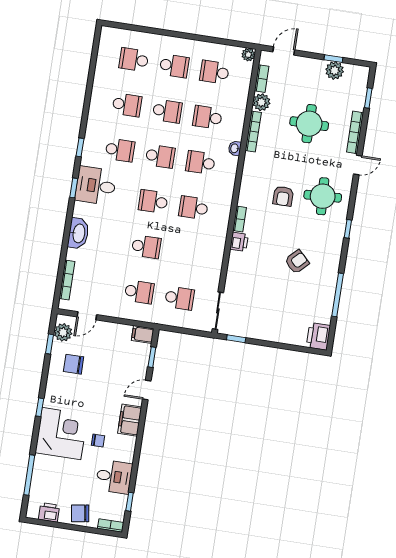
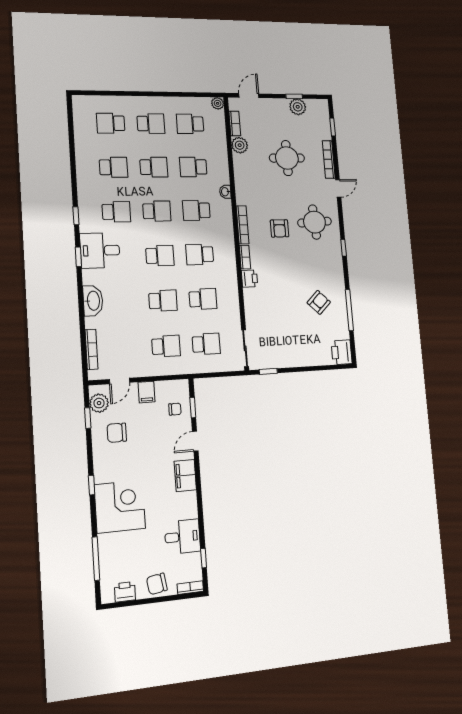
bookcase: (253, 131) -> (243, 225), moved
school desk: (153, 201) -> (160, 256), turned 180
school desk: (186, 253) -> (203, 299), added
armchair: (297, 262) -> (319, 302), moved
filing cabinet: (143, 335) -> (147, 392), moved, turned -90
chair: (98, 441) -> (175, 409), moved

